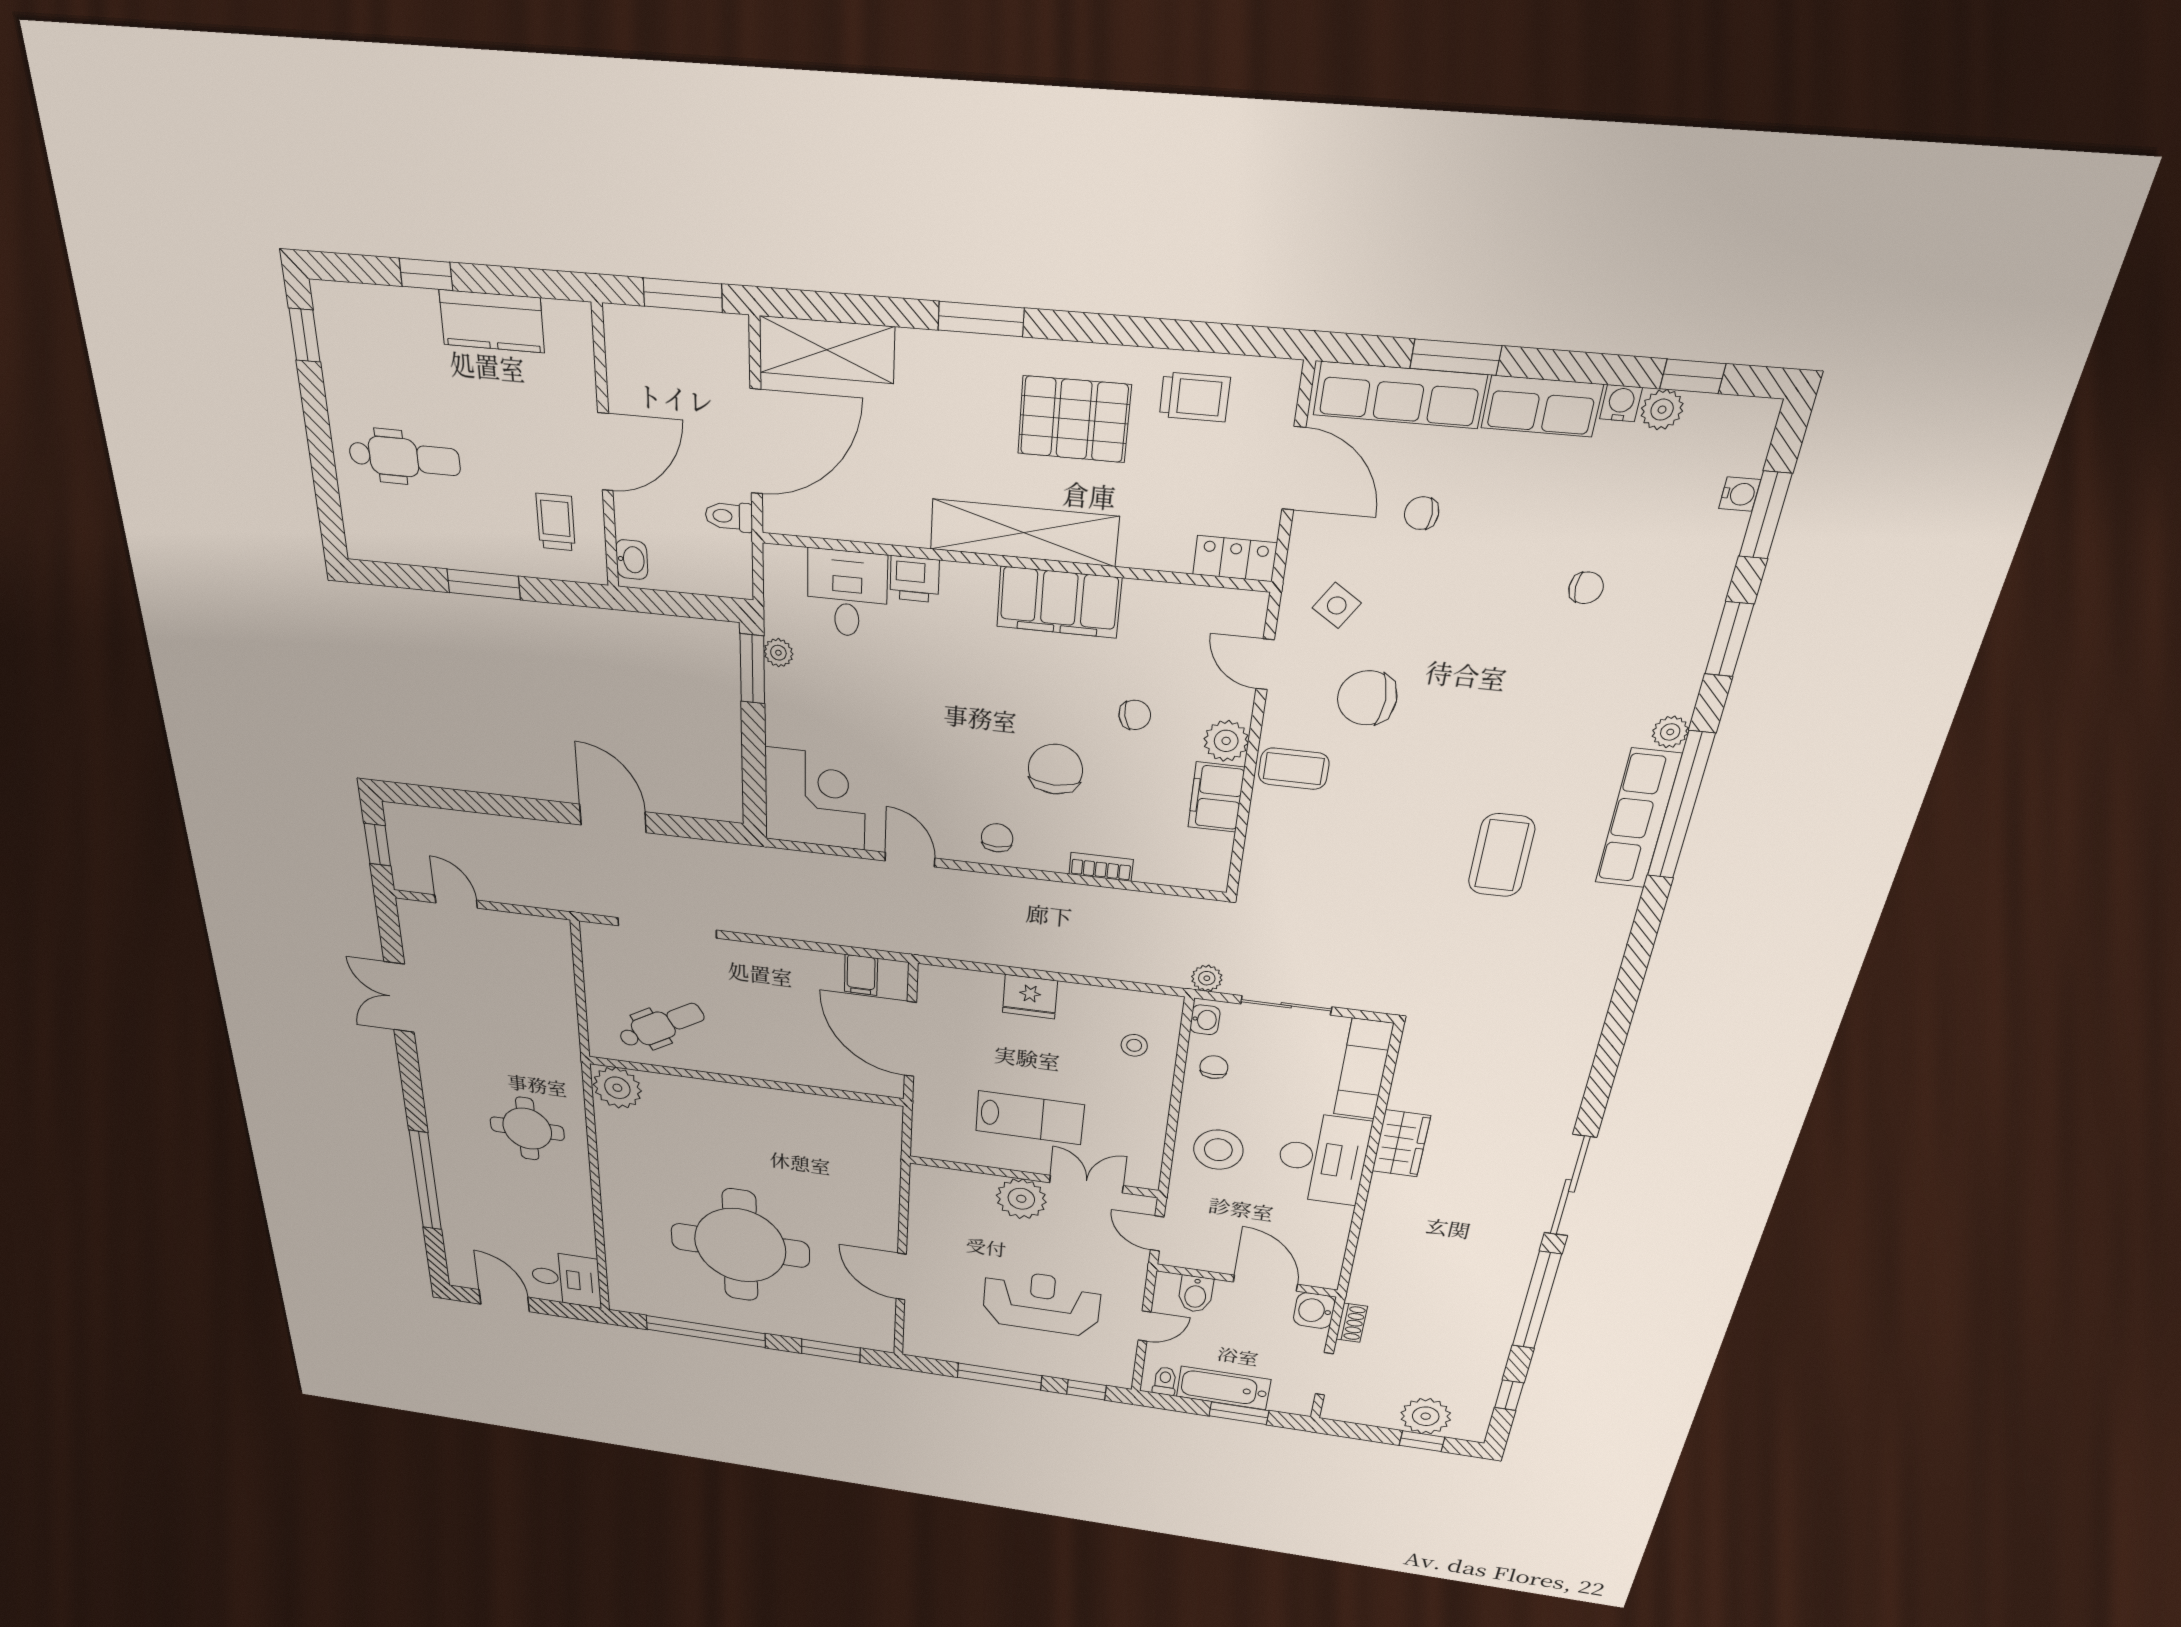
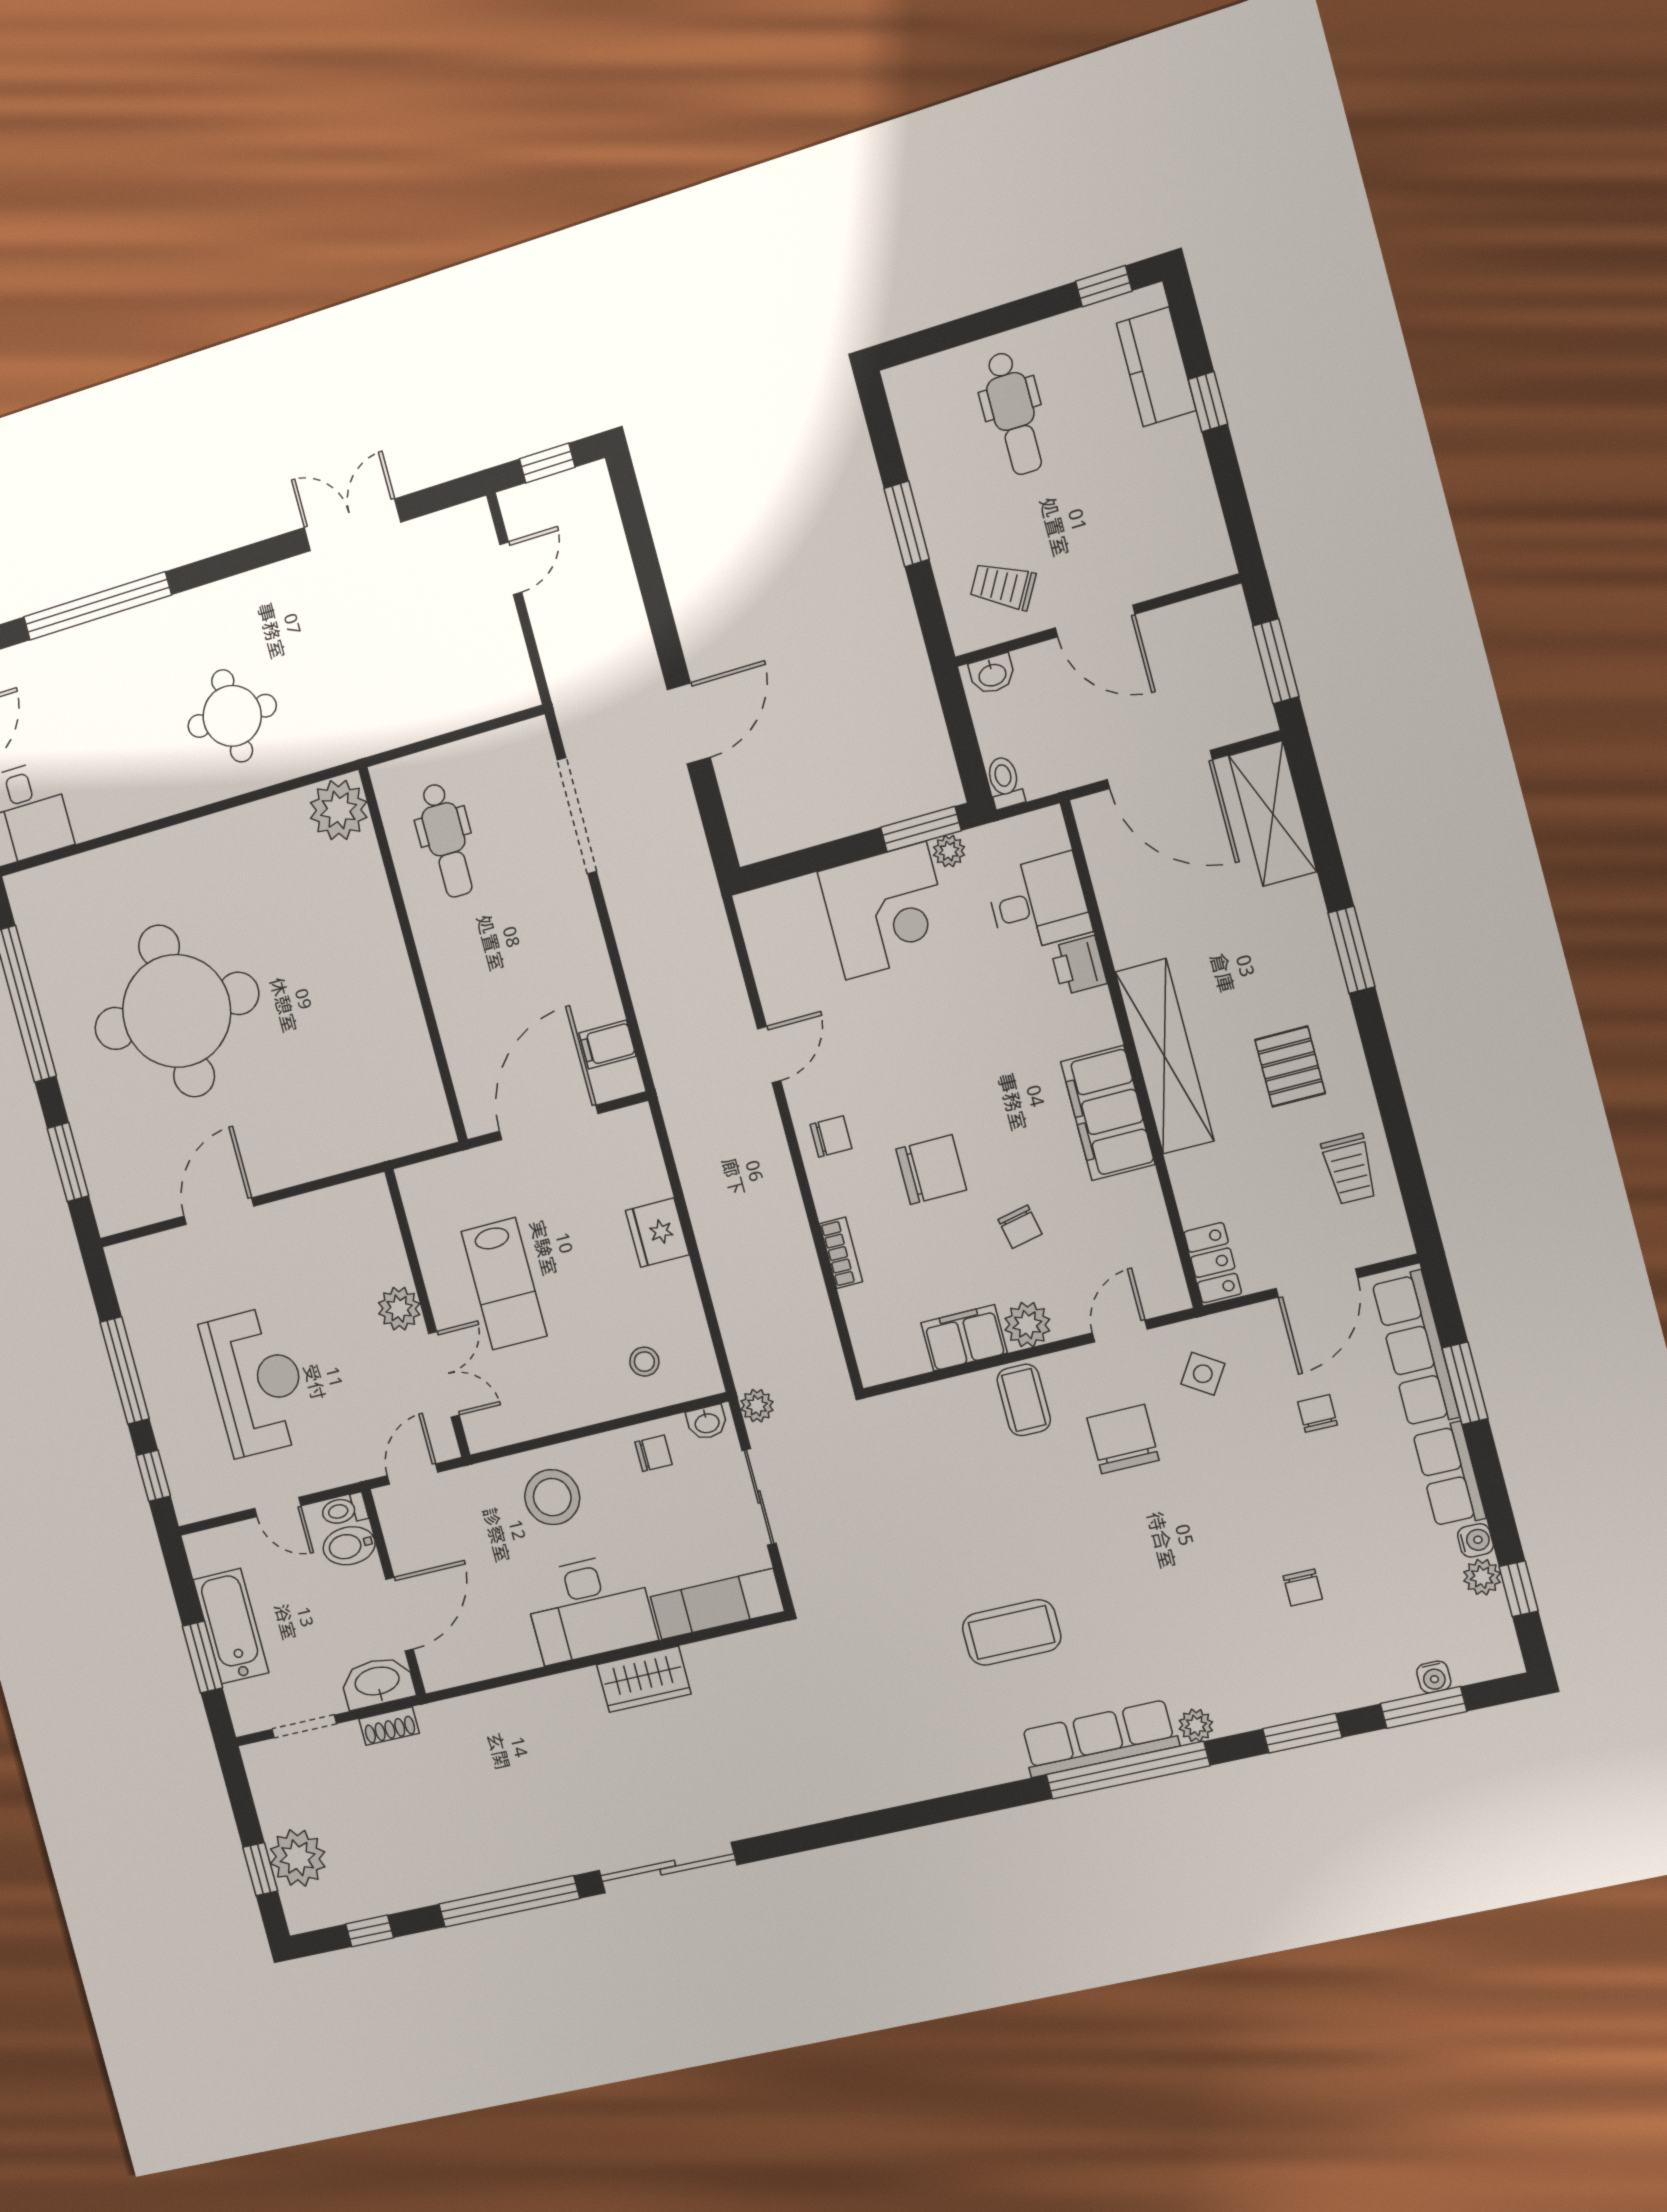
kitchen counter: (492, 321) -> (1156, 367), moved
pallet: (1074, 419) -> (1290, 1066), width x0.67, depth x0.71
toilet: (729, 516) -> (1005, 782), moved
trolley: (556, 522) -> (1003, 586), turned -151
corner desk: (815, 799) -> (886, 911), moved
dental chair: (661, 1025) -> (446, 840), turned 30
plant: (1021, 1199) -> (399, 1309), width x0.73, depth x0.73
washbasin: (1314, 1311) -> (377, 1682), width x1.38
toilet: (1165, 1381) -> (344, 1510), moved, turned 180

